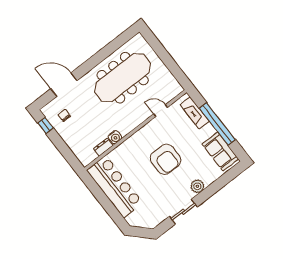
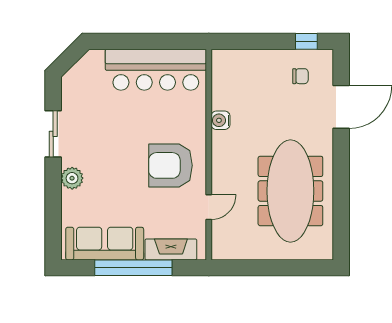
dresser: (103, 147) -> (219, 95), removed
sofa: (220, 151) -> (105, 244), width x1.36
armchair: (165, 159) -> (171, 165), moved

